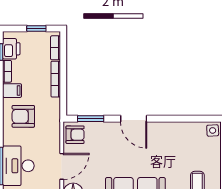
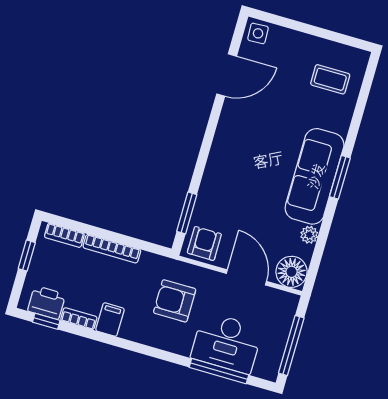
armchair: (23, 116) -> (175, 301), moved, turned 90
door: (134, 119) -> (227, 75), moved

